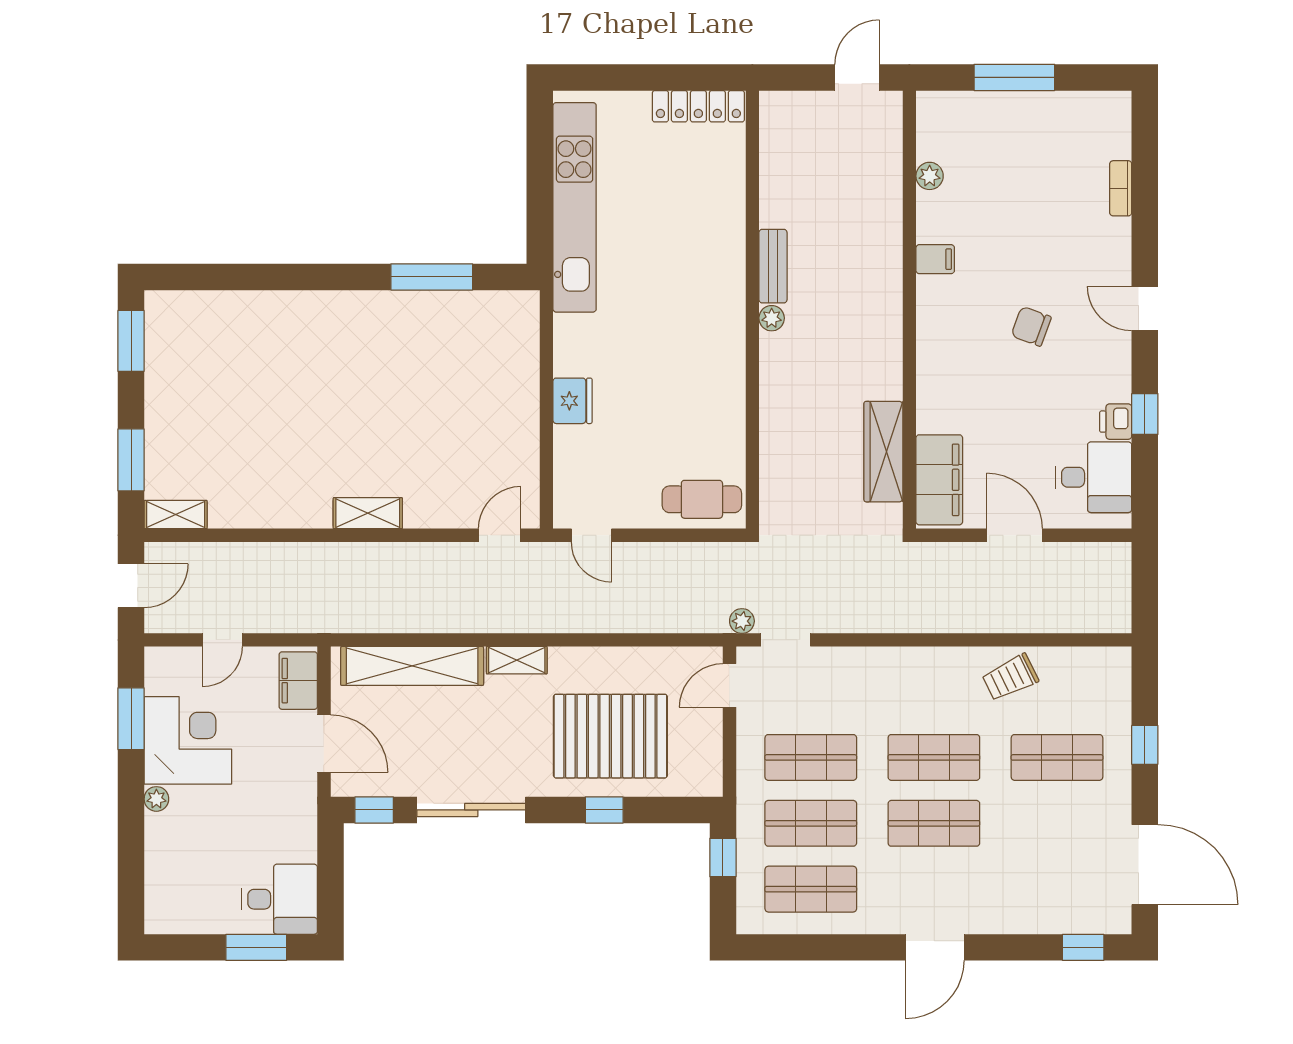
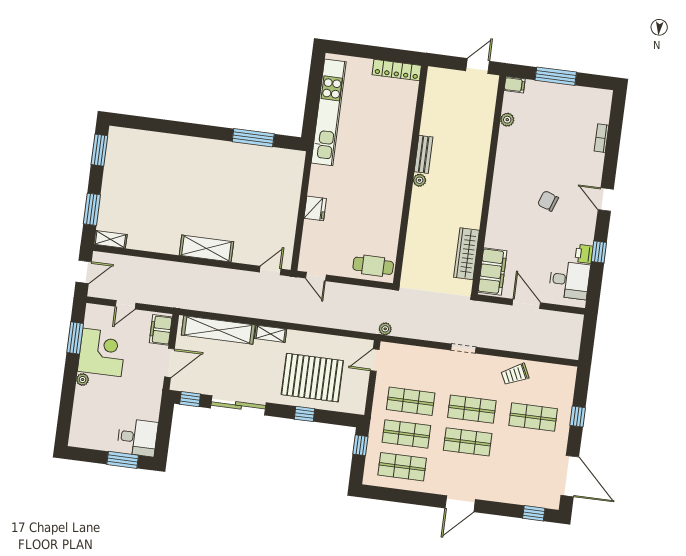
filing cabinet: (935, 259) -> (515, 85), moved
shelving: (368, 513) -> (206, 249), width x1.50, depth x1.33
doorway: (786, 640) -> (463, 349), moved
door: (324, 744) -> (169, 363), hinge flipped

